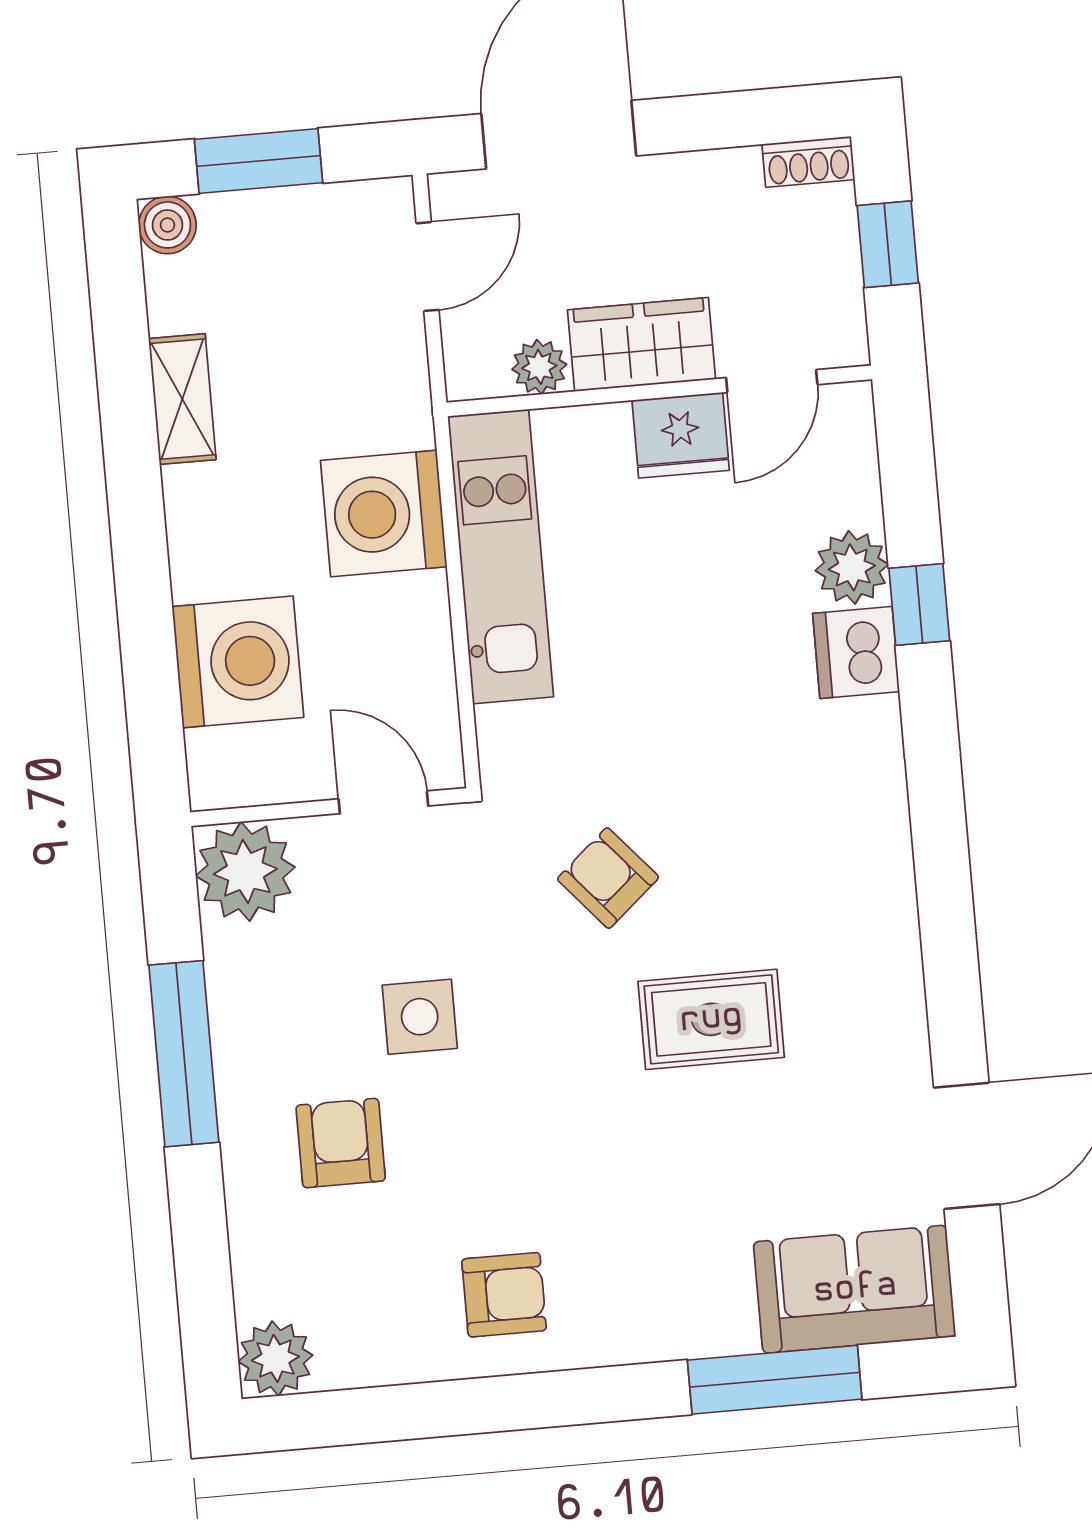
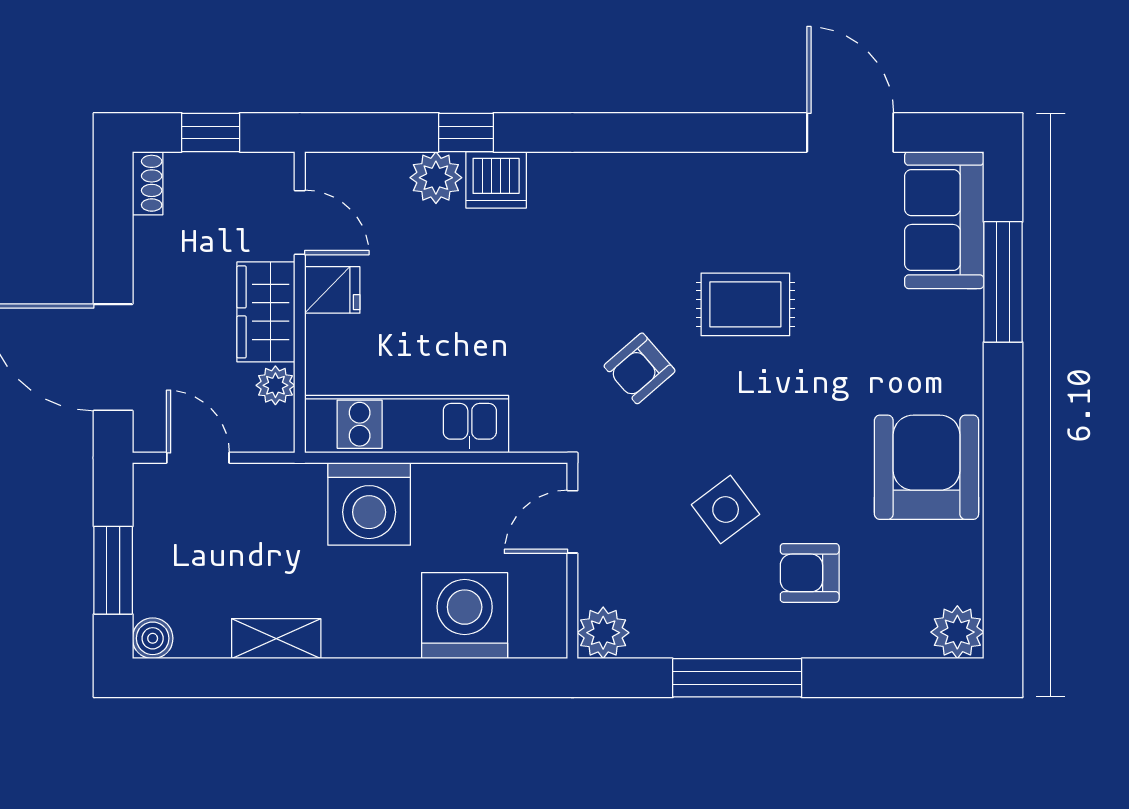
fridge: (681, 435) -> (332, 290), width x0.72
plant: (245, 871) -> (603, 633), width x0.73, depth x0.73
side table: (420, 1017) -> (726, 509), turned -37
rug: (711, 1019) -> (745, 304), turned 90
armchair: (504, 1295) -> (927, 467), width x1.88, depth x1.88

